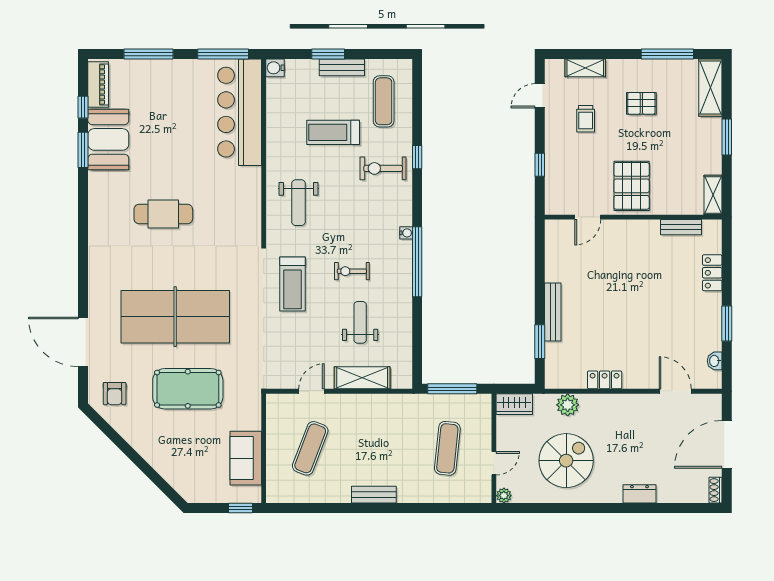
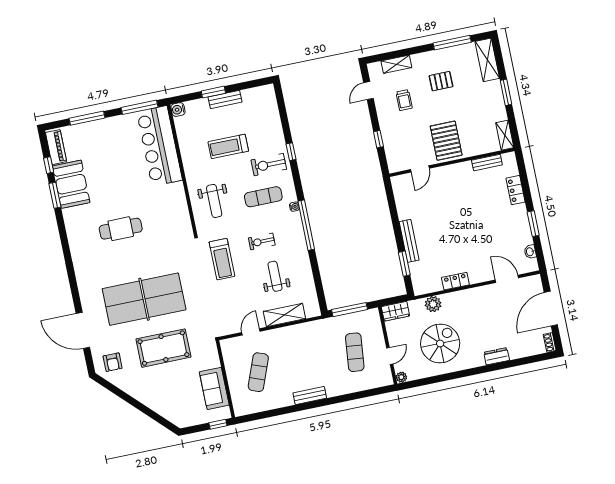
exercise mat: (384, 101) -> (263, 197), moved, turned 90

